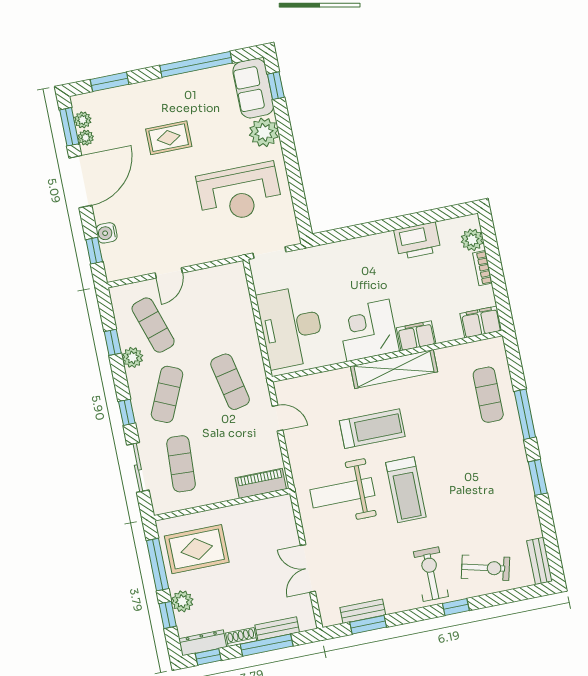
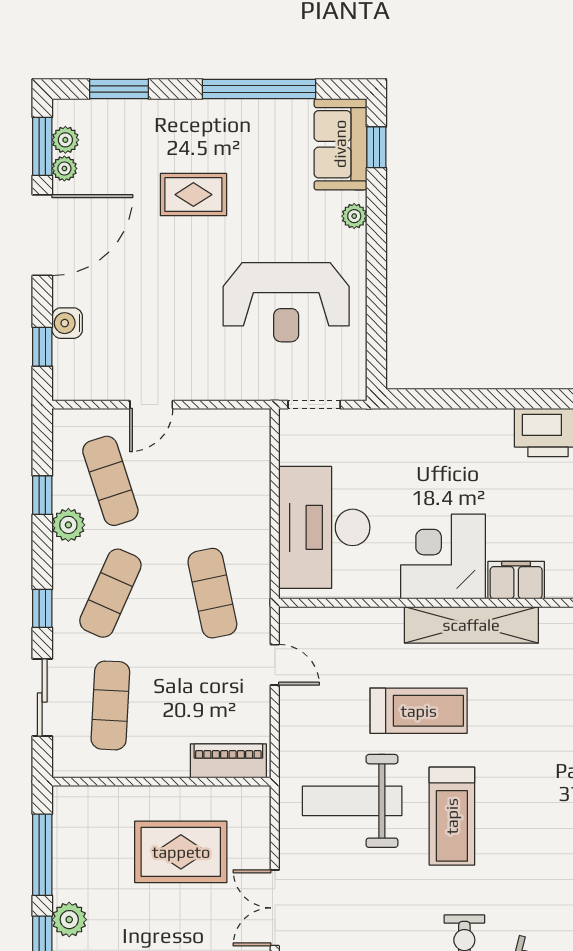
plant: (264, 132) -> (354, 216), width x0.53, depth x0.53
rug: (197, 549) -> (181, 852), moved

